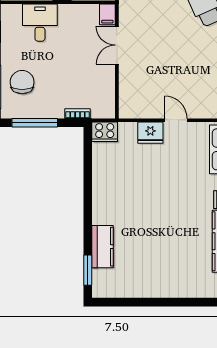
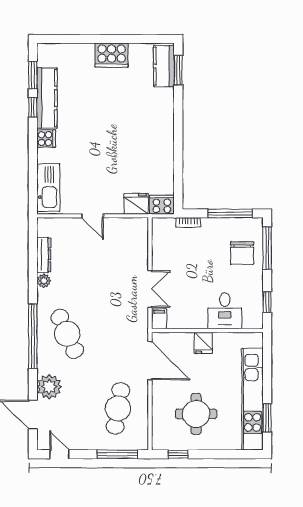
fridge: (150, 133) -> (136, 204), moved
kitchen counter: (103, 247) -> (164, 66), moved
cooker: (156, 286) -> (112, 55), added

